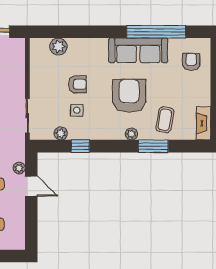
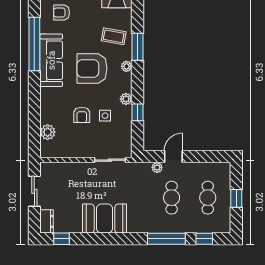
armchair: (77, 84) -> (82, 115), turned 180
plant: (61, 133) -> (126, 99), moved

